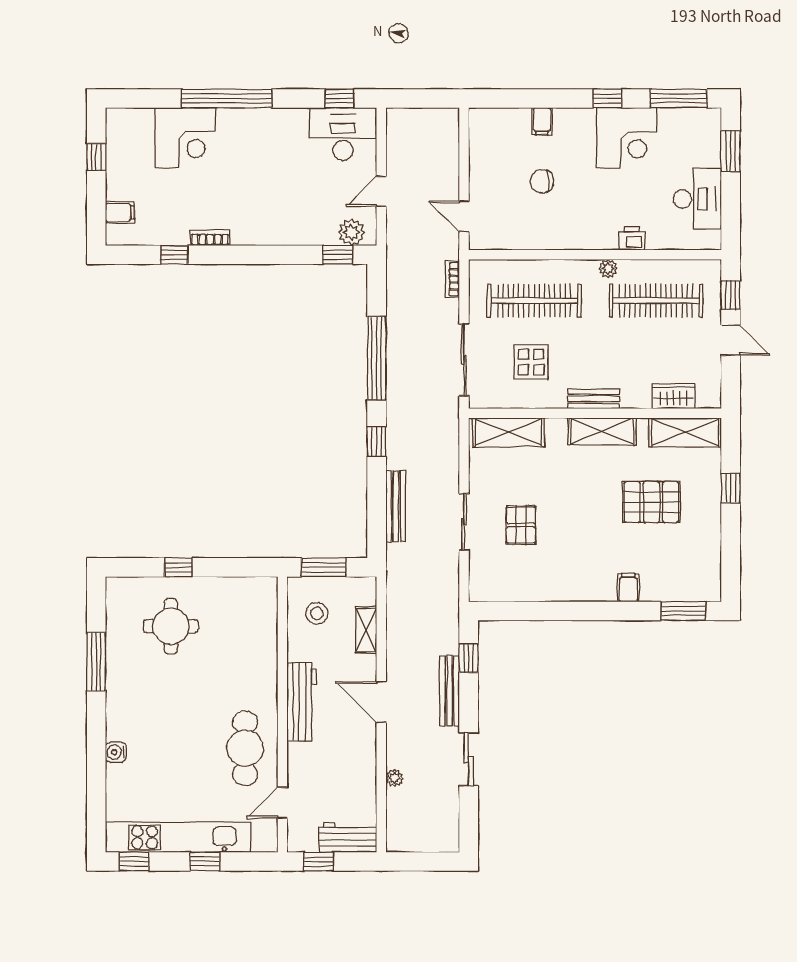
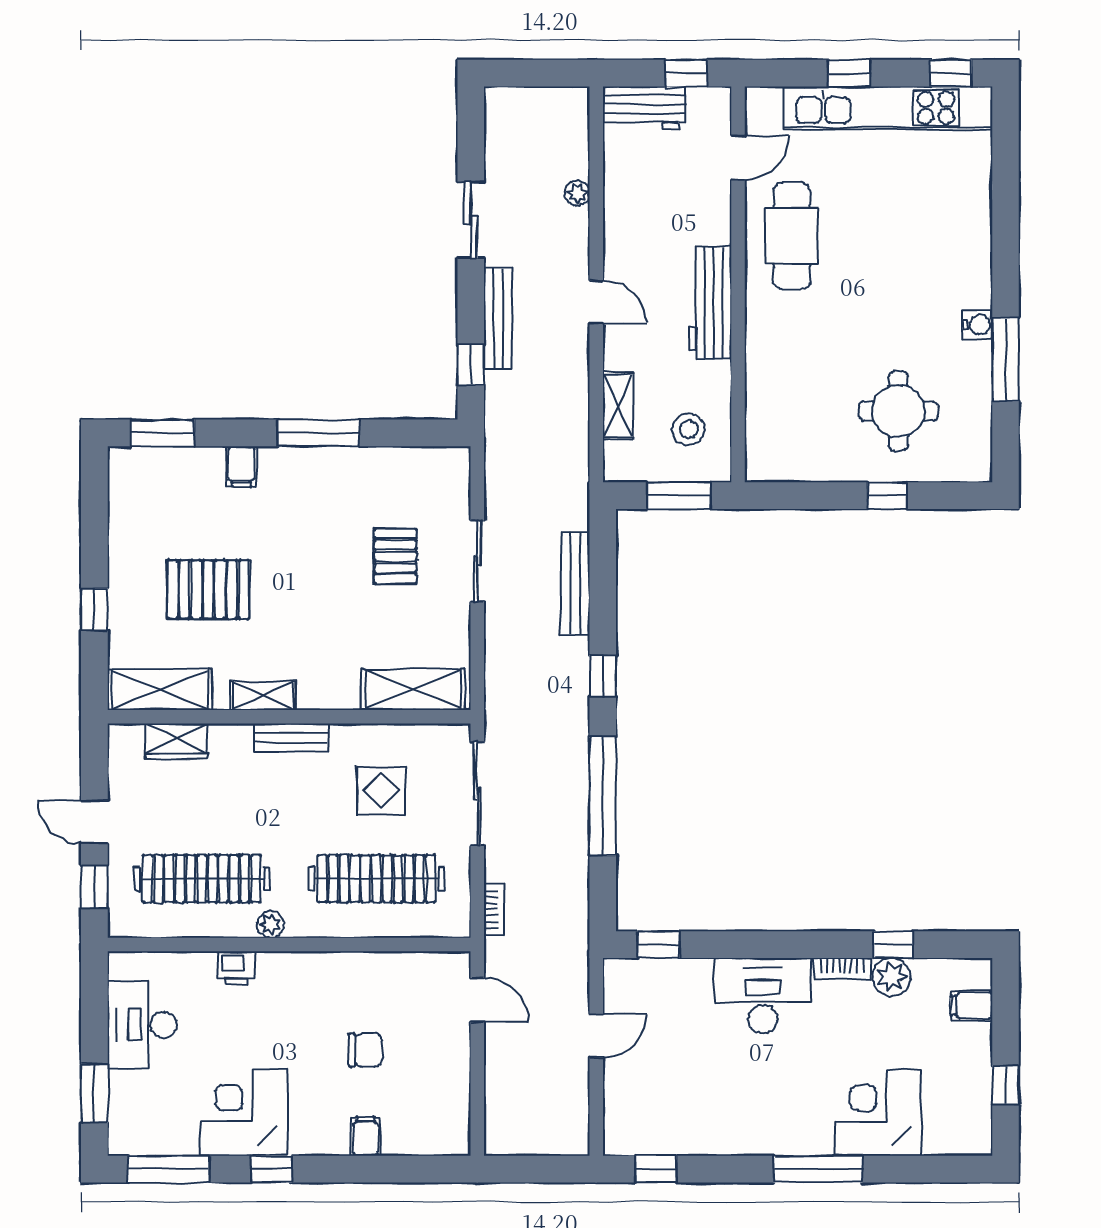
window: (227, 98) -> (818, 1169), width x0.68
desk: (343, 134) -> (763, 996), moved, turned 180
plant: (351, 232) -> (892, 977), moved
shelving: (602, 431) -> (263, 696), width x0.67, depth x0.75
window: (575, 611) -> (318, 433), added
door: (381, 702) -> (596, 302), width x0.73
water cooler: (116, 752) -> (977, 324), moved

